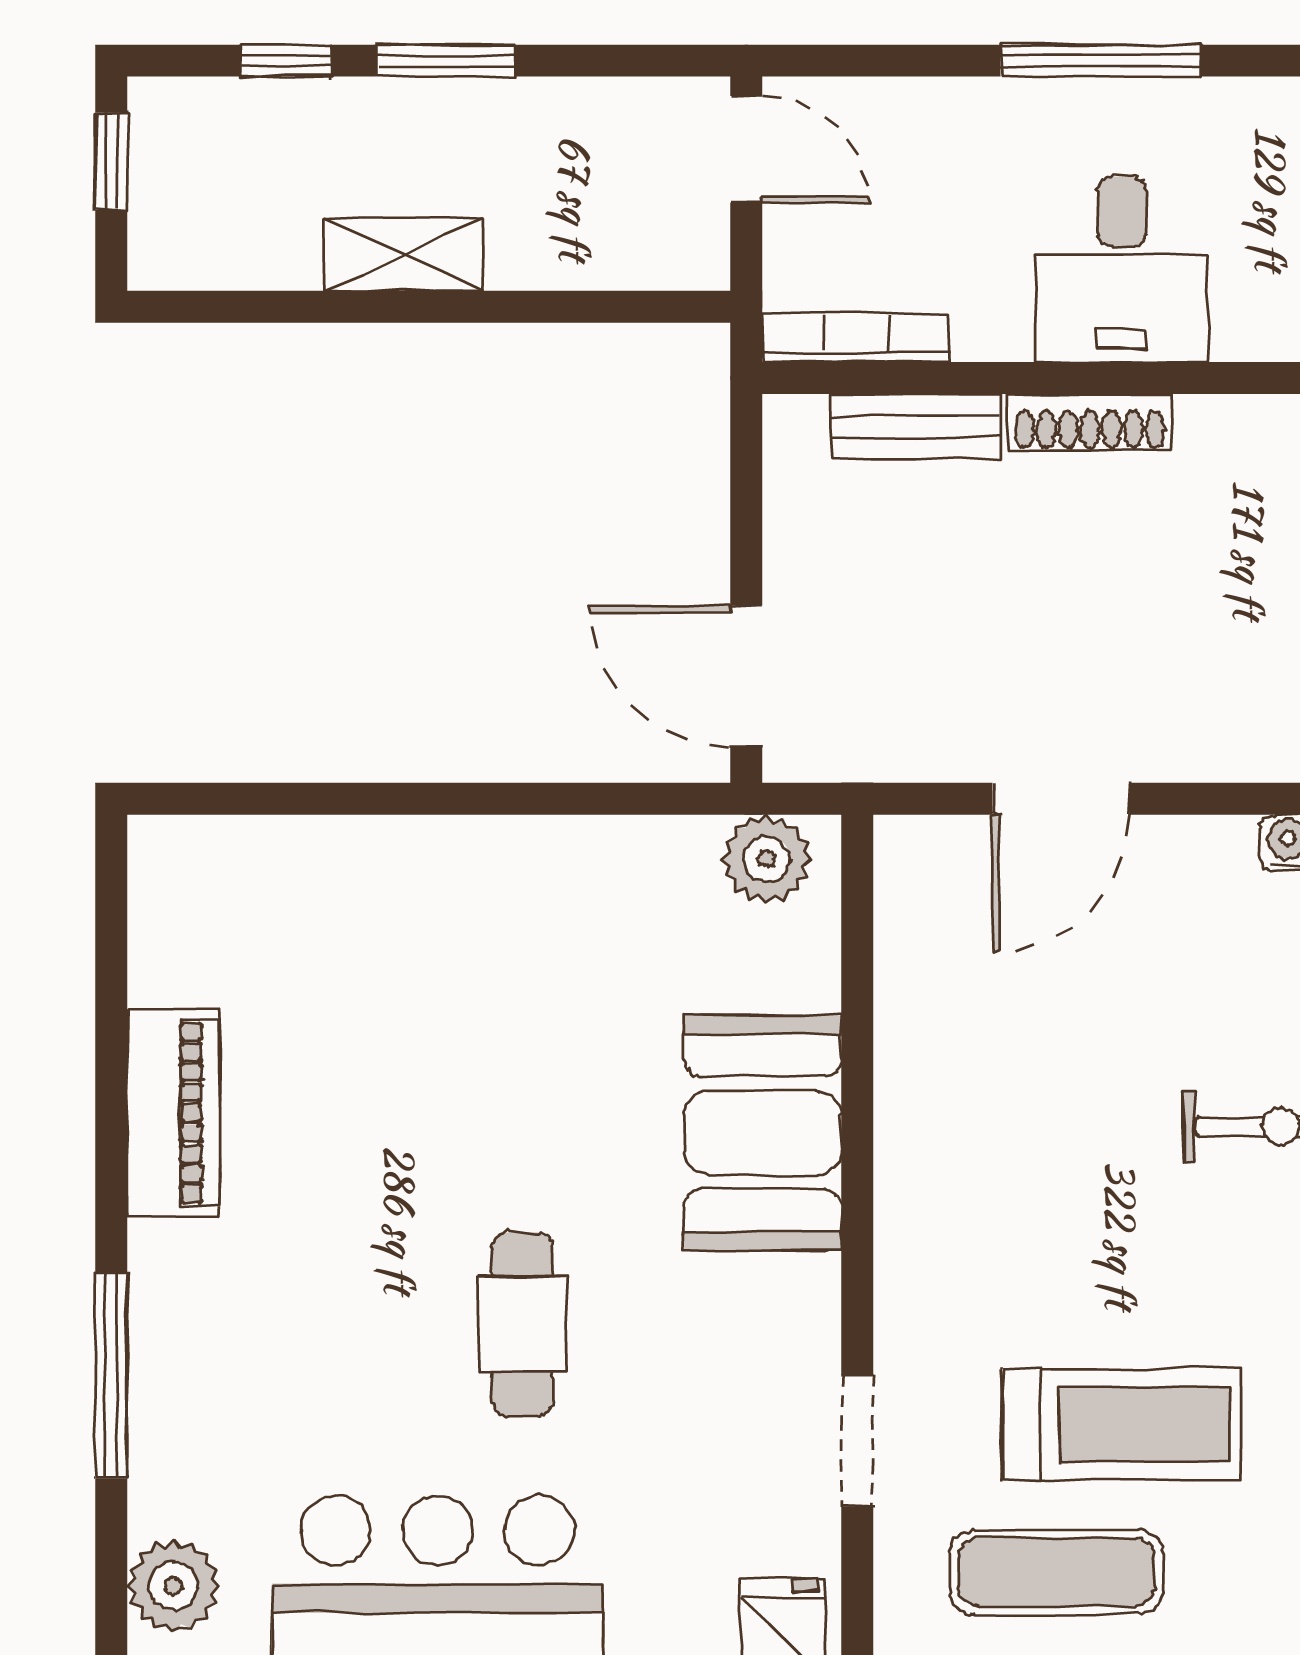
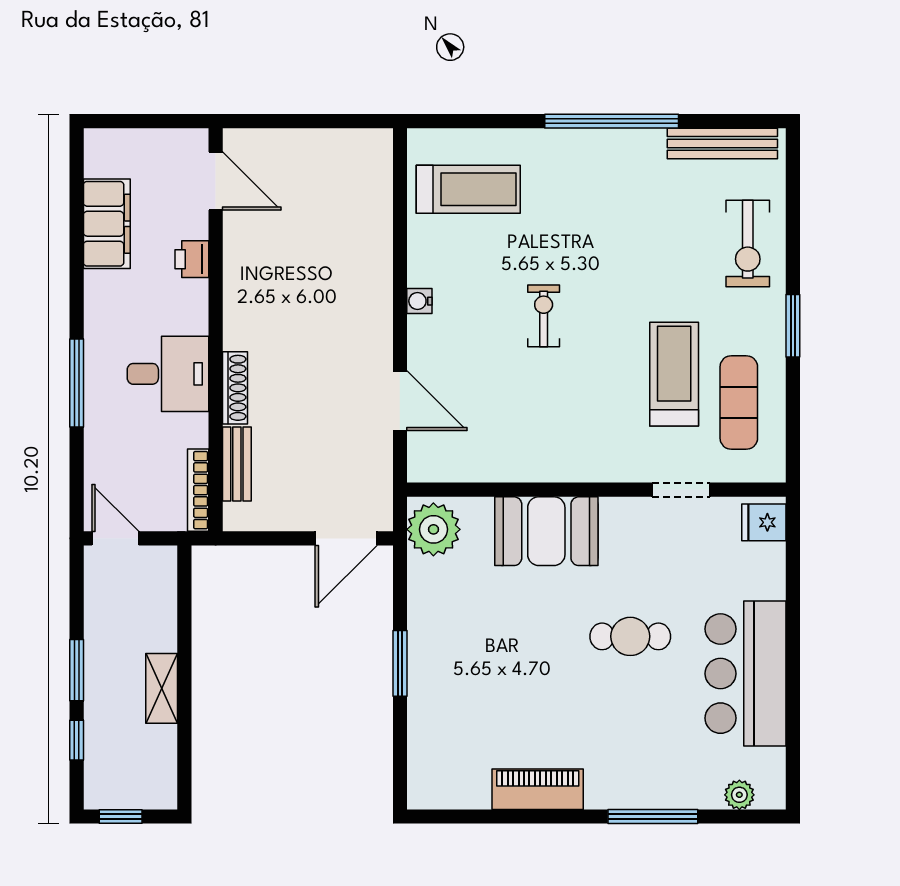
door: (746, 149) -> (115, 538), hinge flipped
window: (461, 799) -> (400, 663), added
plant: (767, 859) -> (433, 529), width x1.36, depth x1.36
plant: (174, 1586) -> (739, 795), width x0.73, depth x0.73

